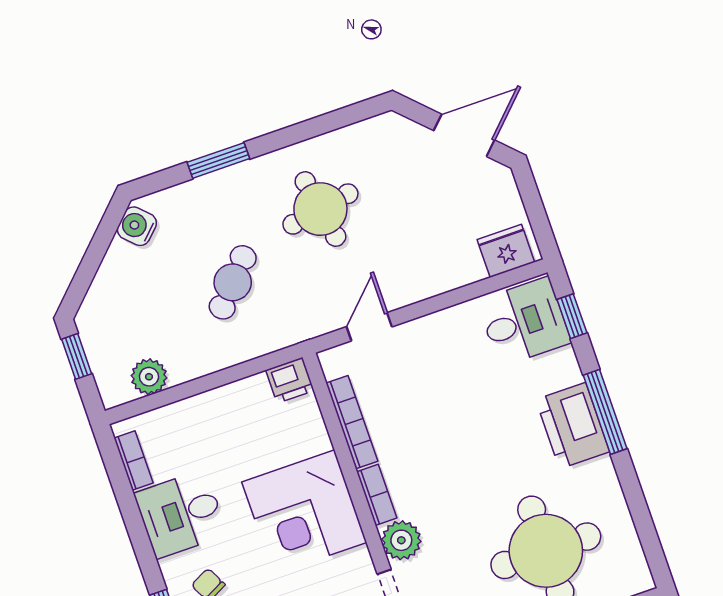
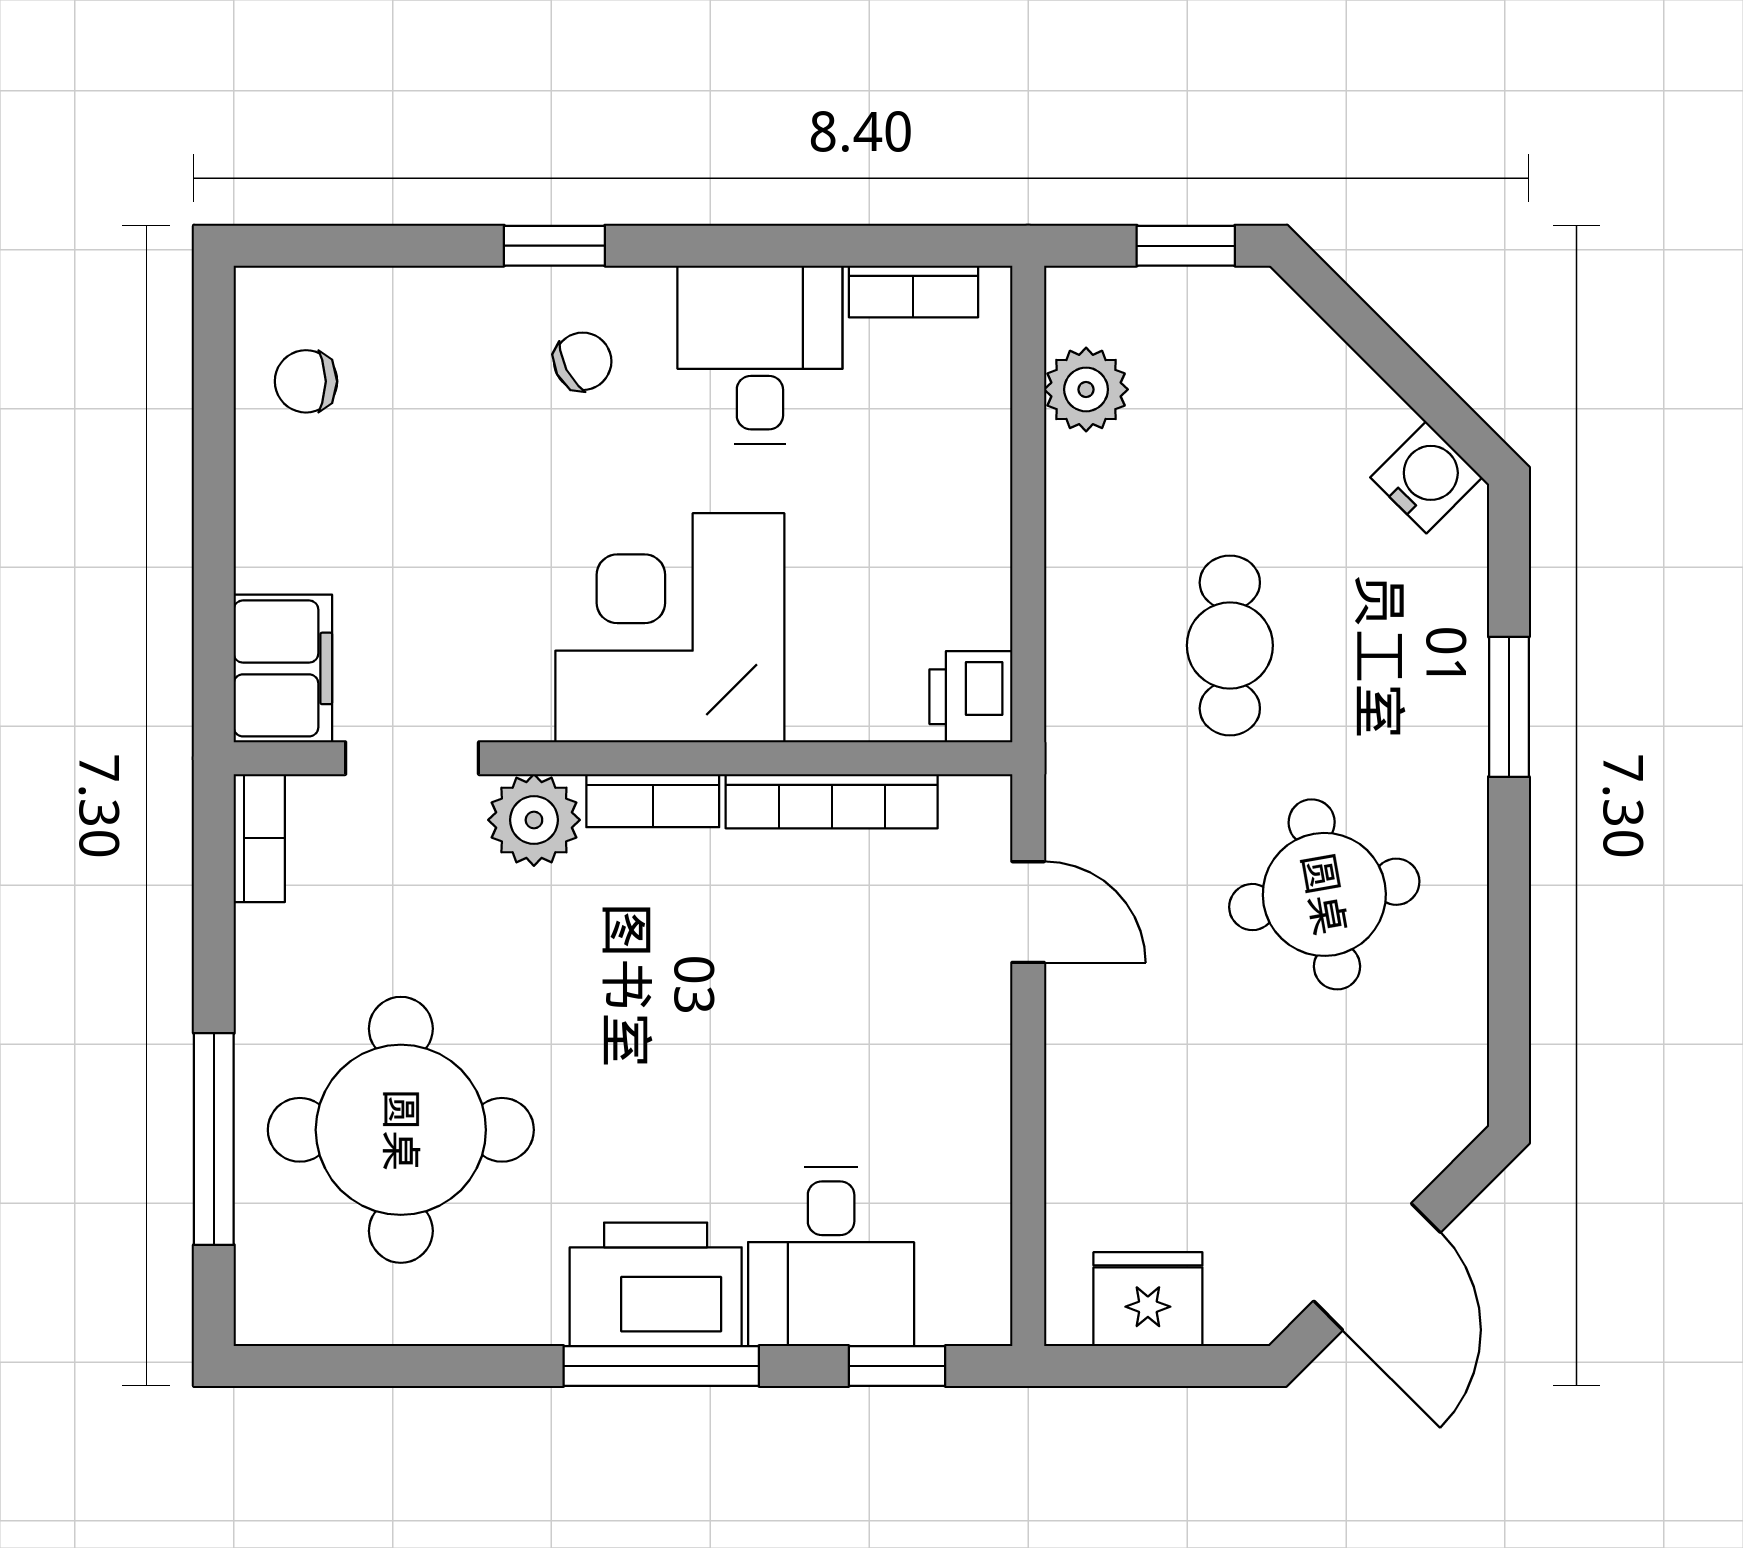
fridge: (506, 251) -> (1148, 1299), moved, turned -90
cafe table: (233, 282) -> (1230, 645), turned 48
desk: (524, 322) -> (831, 1257), moved

